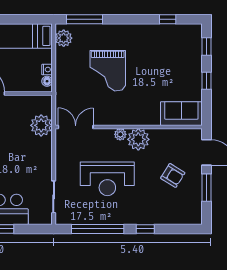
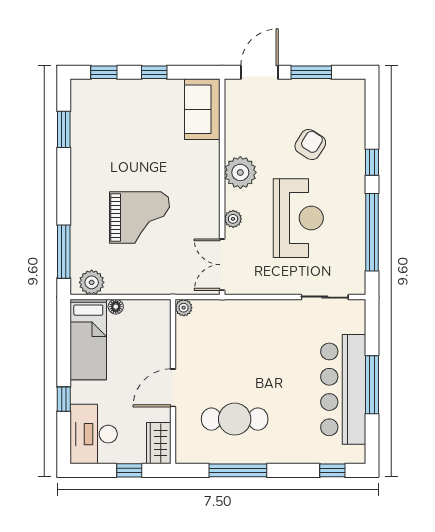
window: (168, 19) -> (64, 129), width x1.50
nightstand: (47, 70) -> (138, 307), removed
floor lamp: (47, 81) -> (116, 307), moved
plant: (41, 125) -> (184, 308), moved, width x0.53, depth x0.53
plant: (120, 134) -> (233, 219), moved
armchair: (173, 175) -> (310, 145), moved

